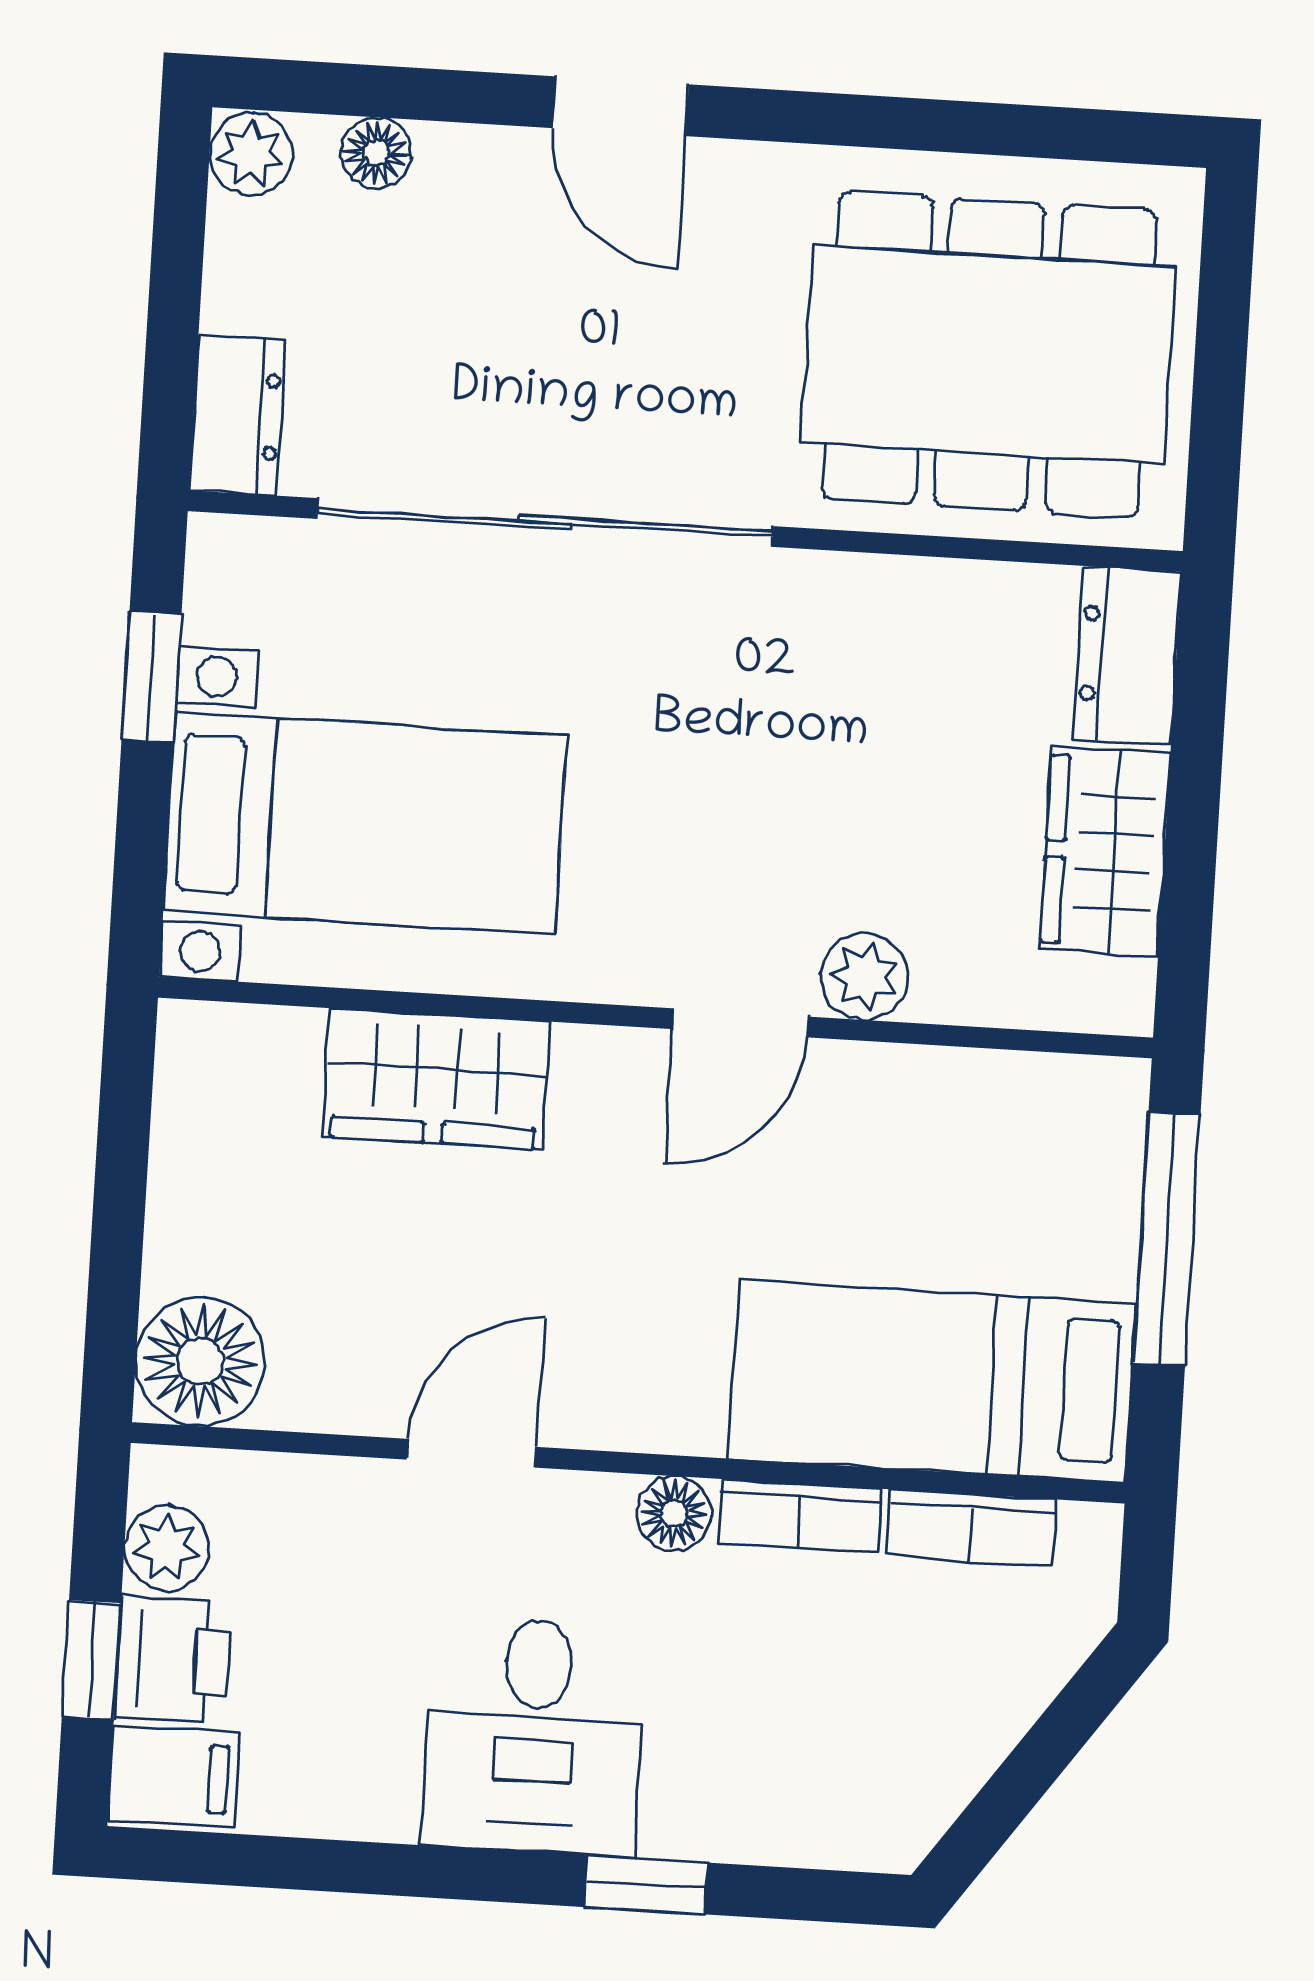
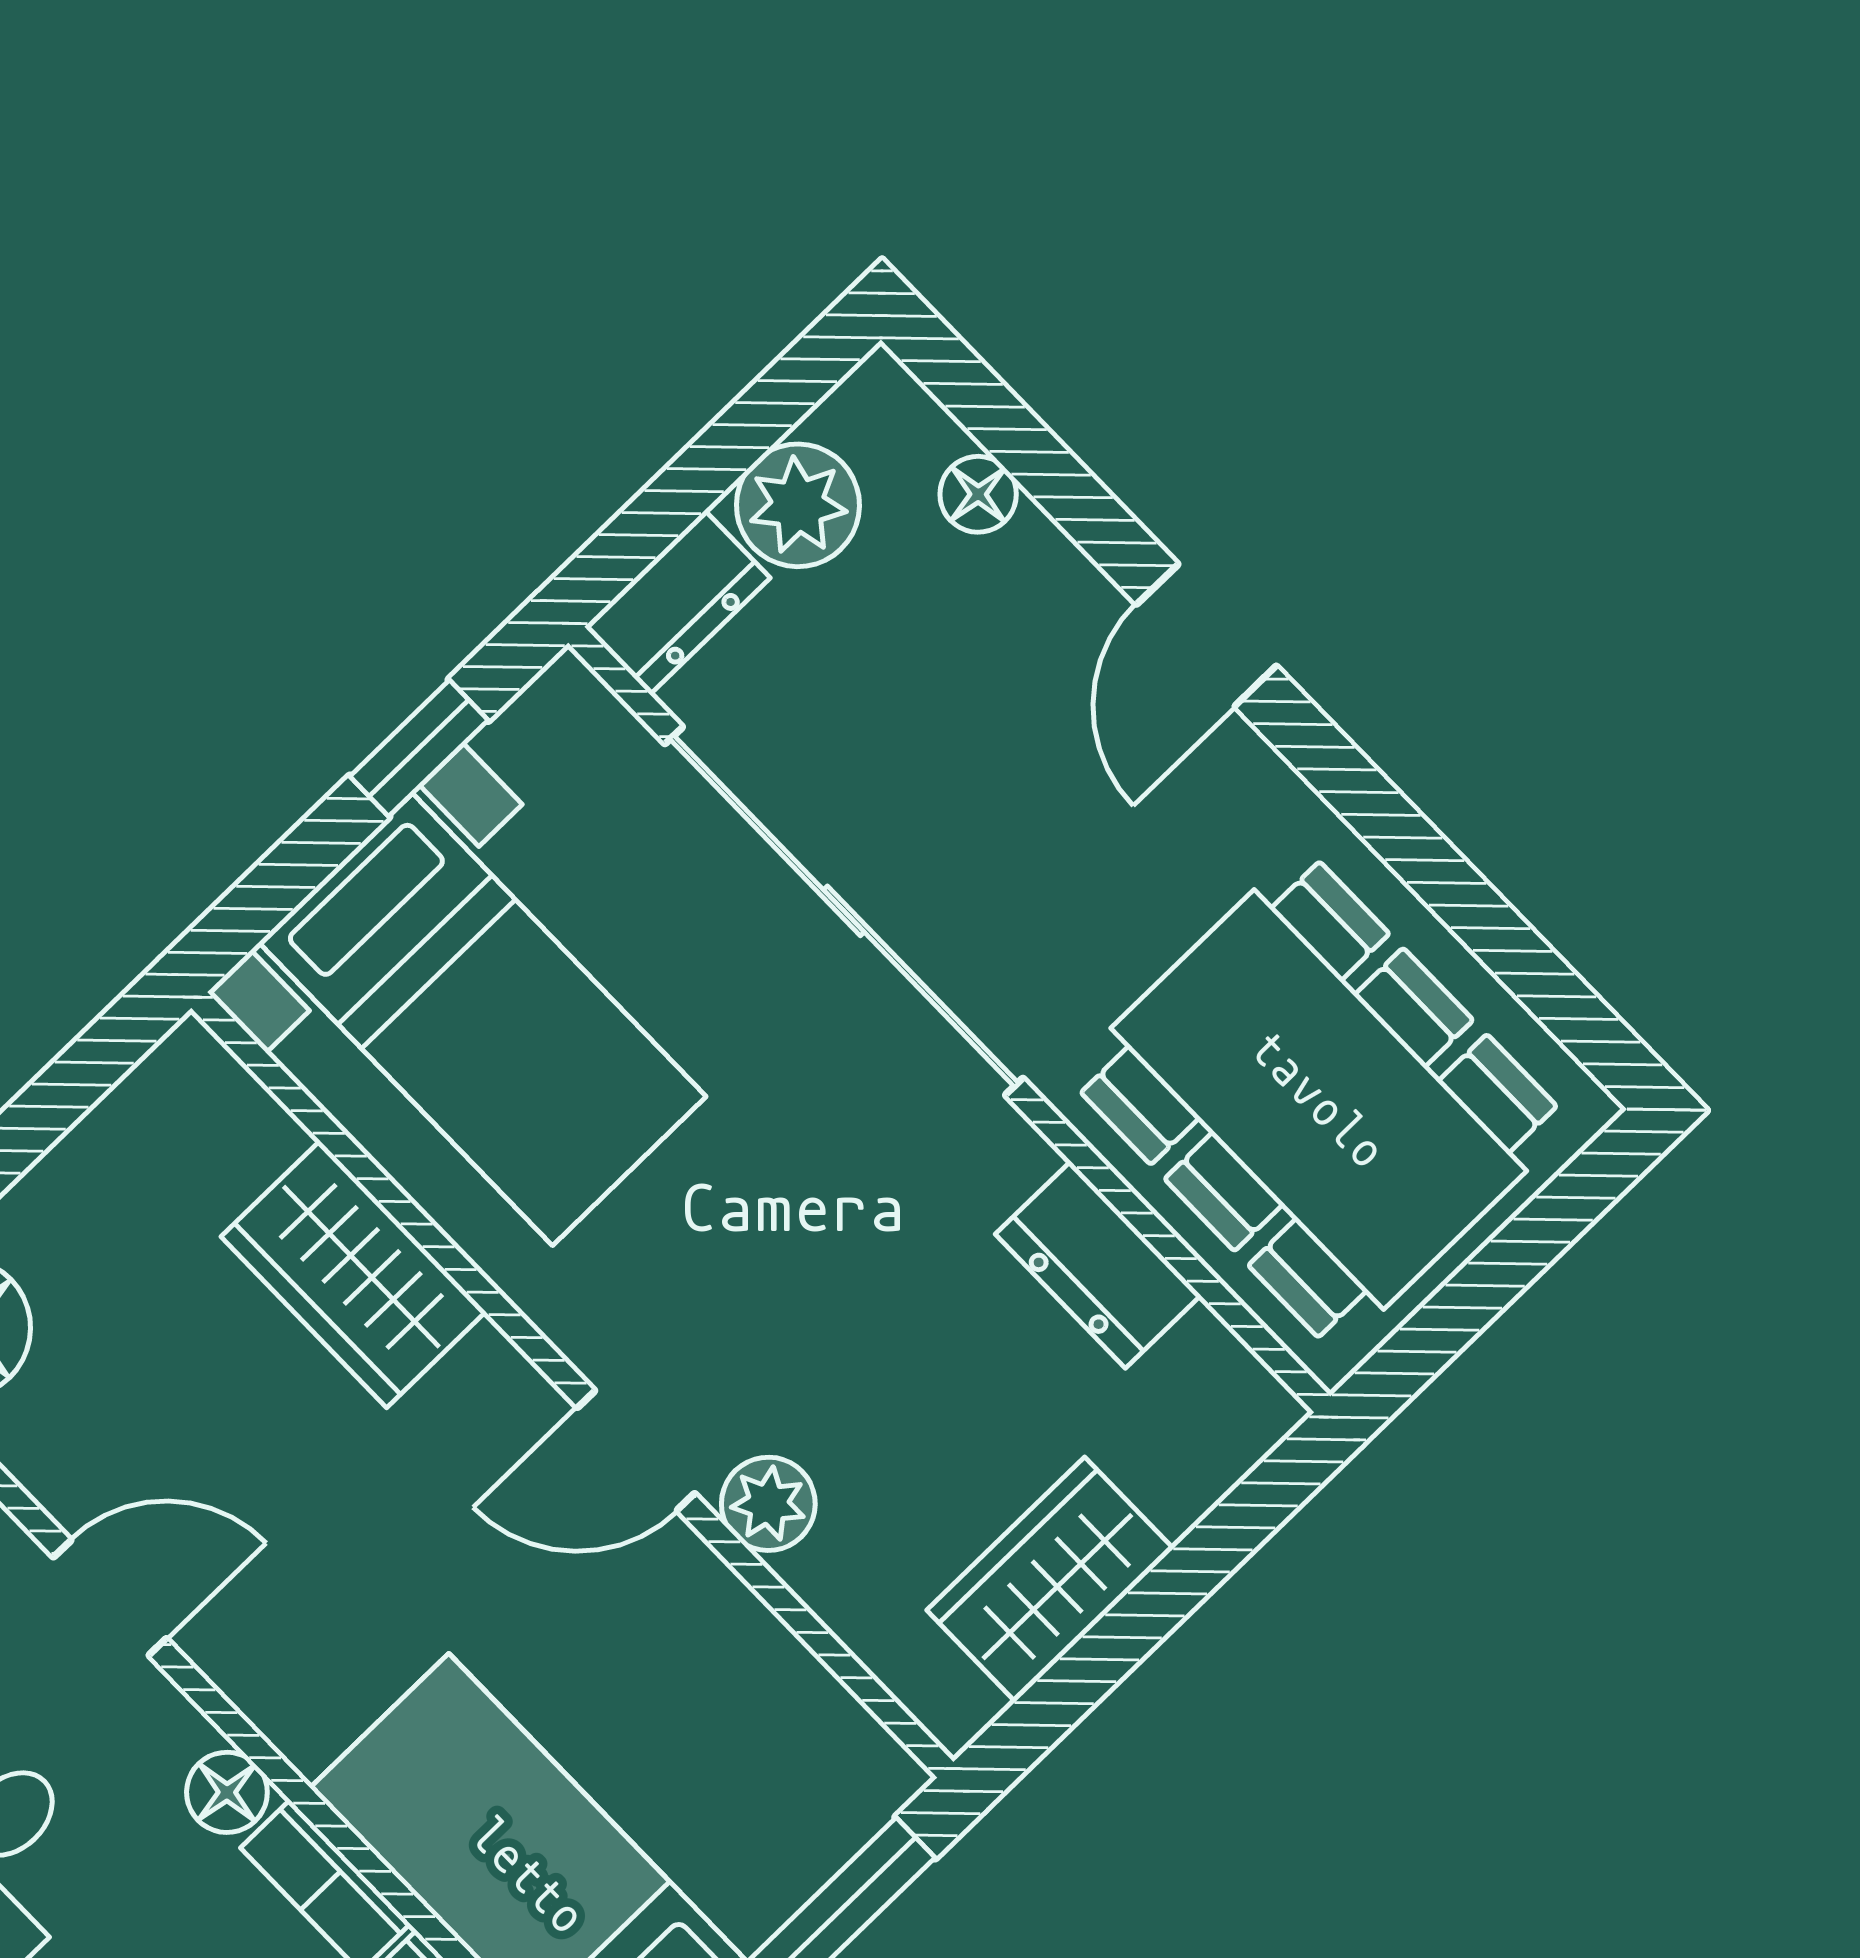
plant: (251, 154) -> (798, 505), moved, width x1.38, depth x1.38
dresser: (1128, 655) -> (1098, 1265), moved, turned -90

